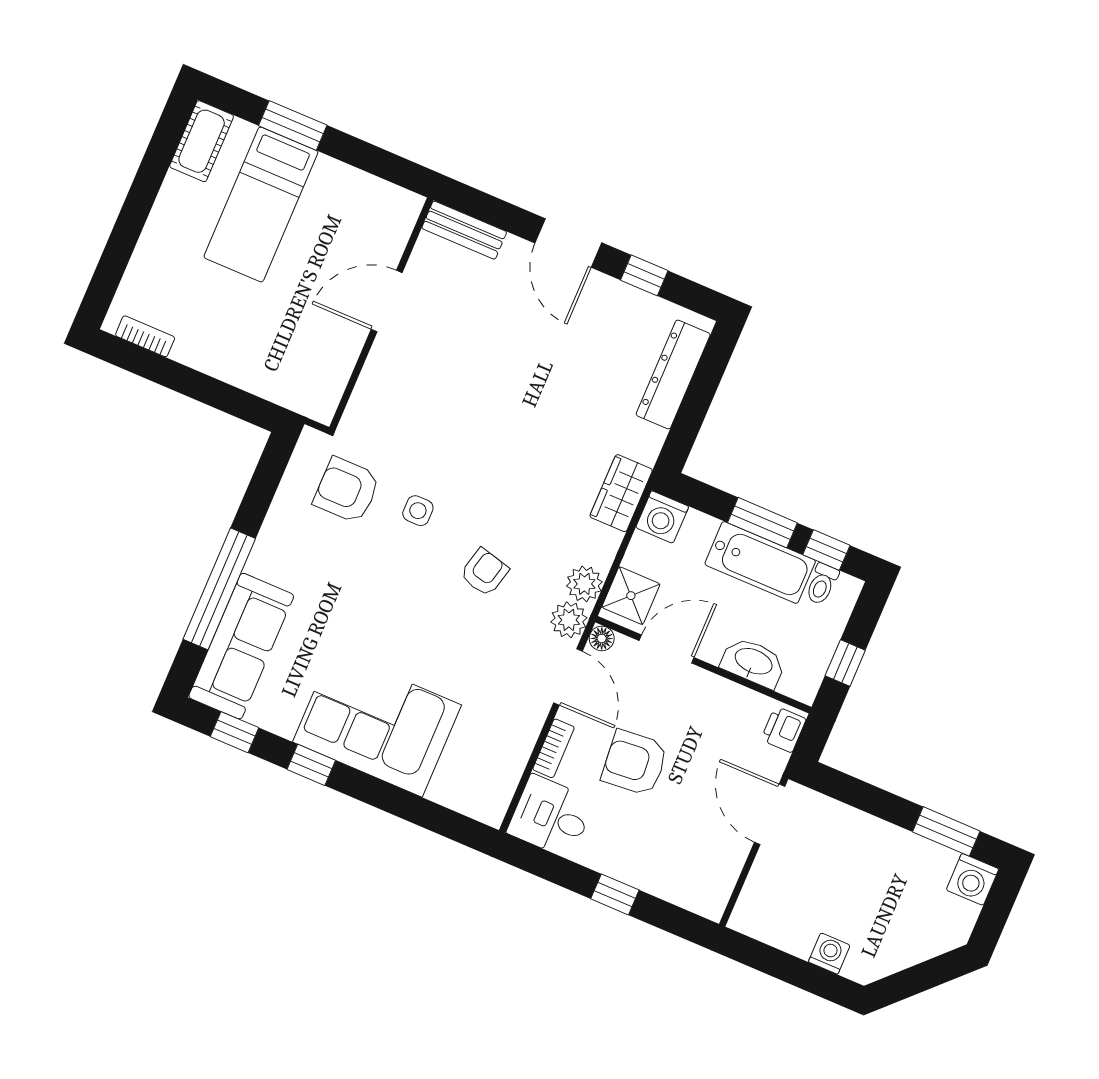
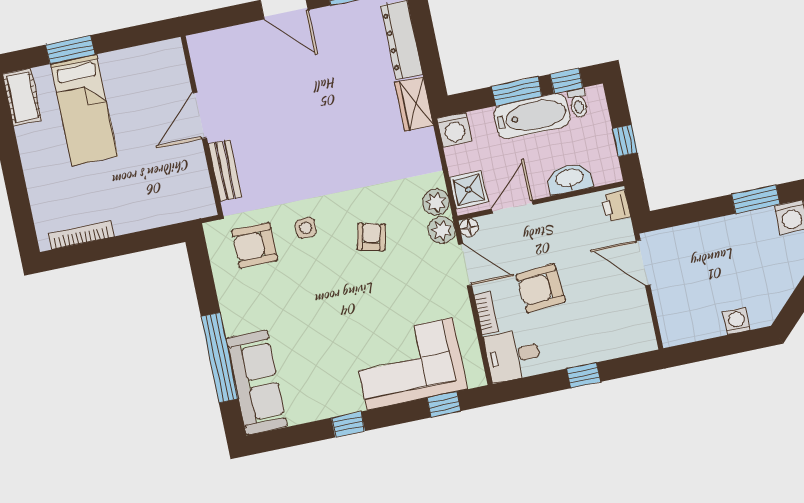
bench: (464, 230) -> (225, 170), moved, turned 90
bookcase: (145, 336) -> (81, 235), width x1.56
wardrobe: (621, 493) -> (414, 104), moved
corner sofa: (377, 723) -> (410, 364), moved
window: (235, 732) -> (444, 404), moved

